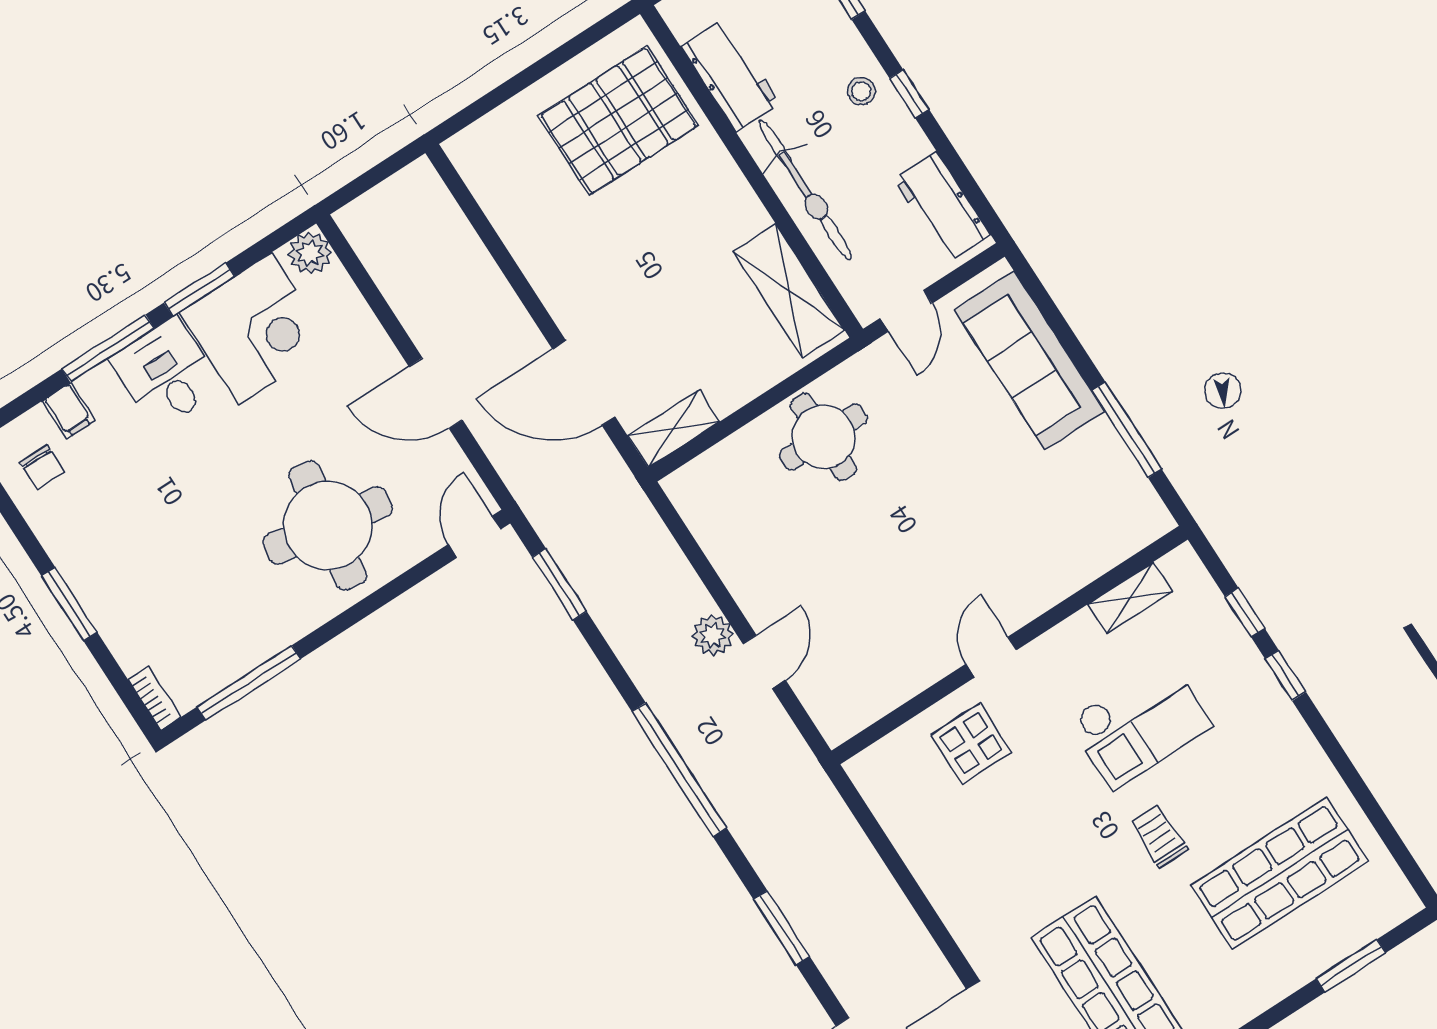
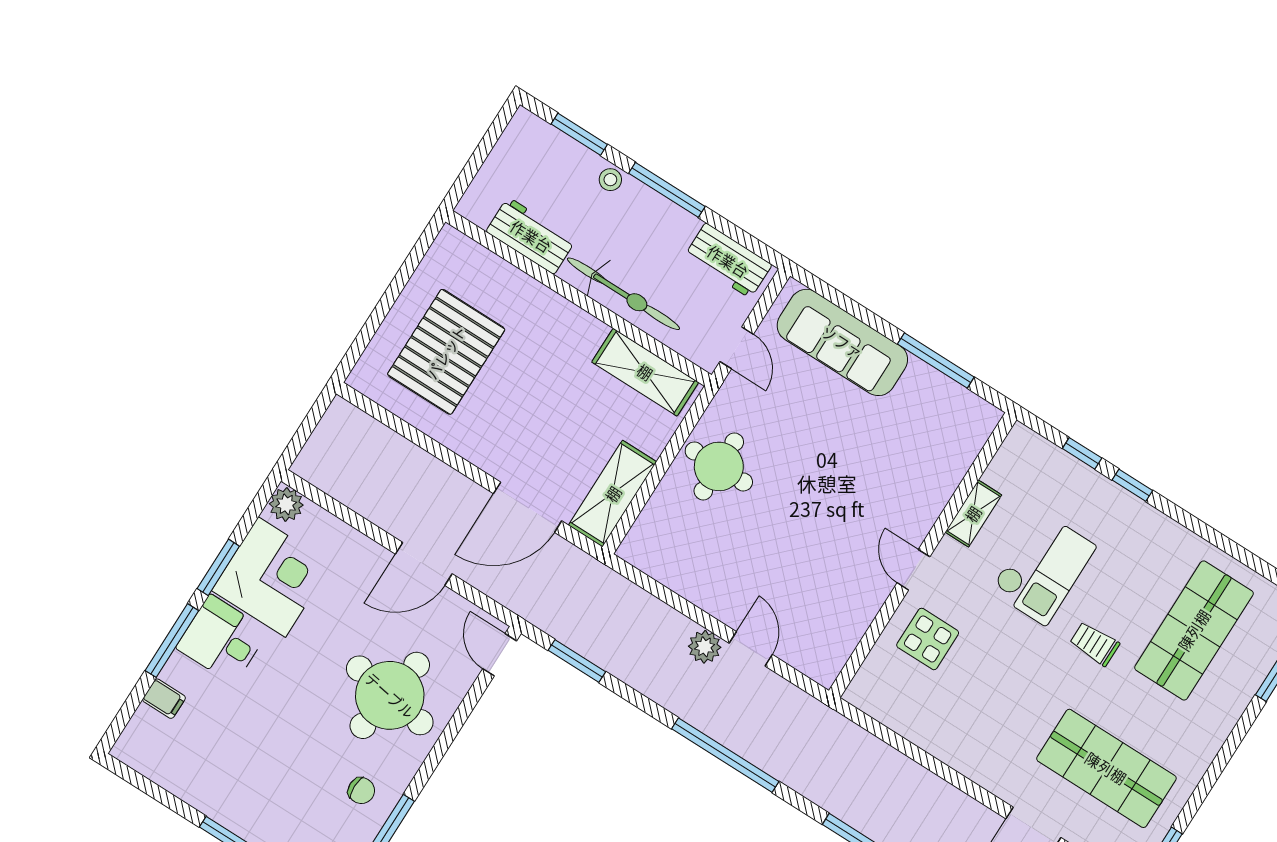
stool: (861, 91) -> (610, 180), moved
window: (909, 94) -> (667, 190), width x2.17
pallet: (618, 121) -> (446, 352), moved
shelving: (674, 429) -> (613, 494), width x1.50, depth x1.33
chair: (42, 467) -> (361, 791), moved
shelving: (1130, 598) -> (973, 514), moved

